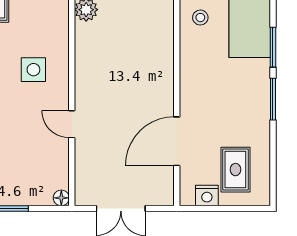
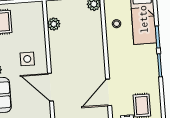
door: (72, 124) -> (51, 87), width x1.87

